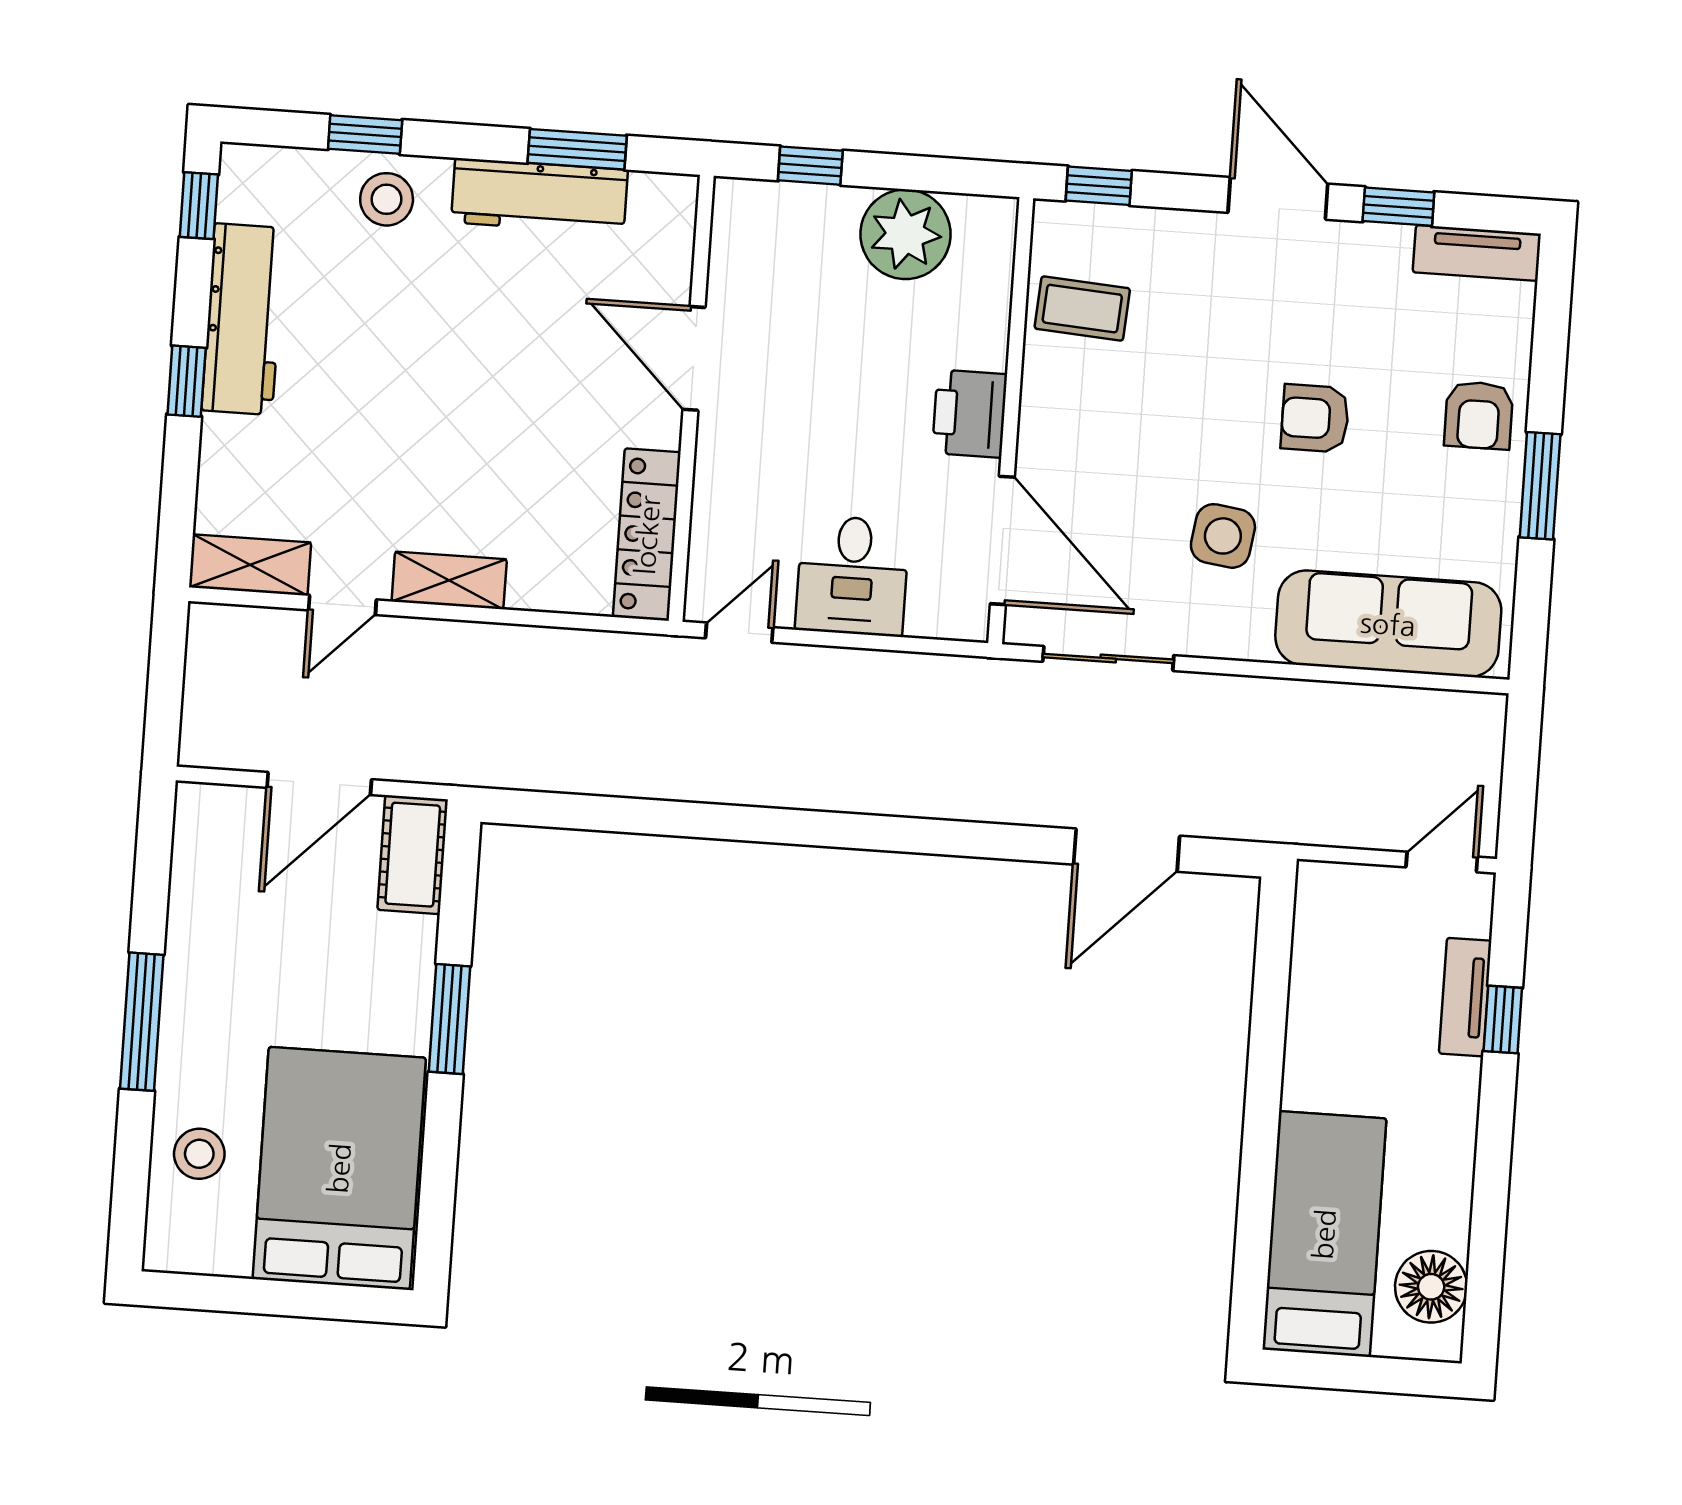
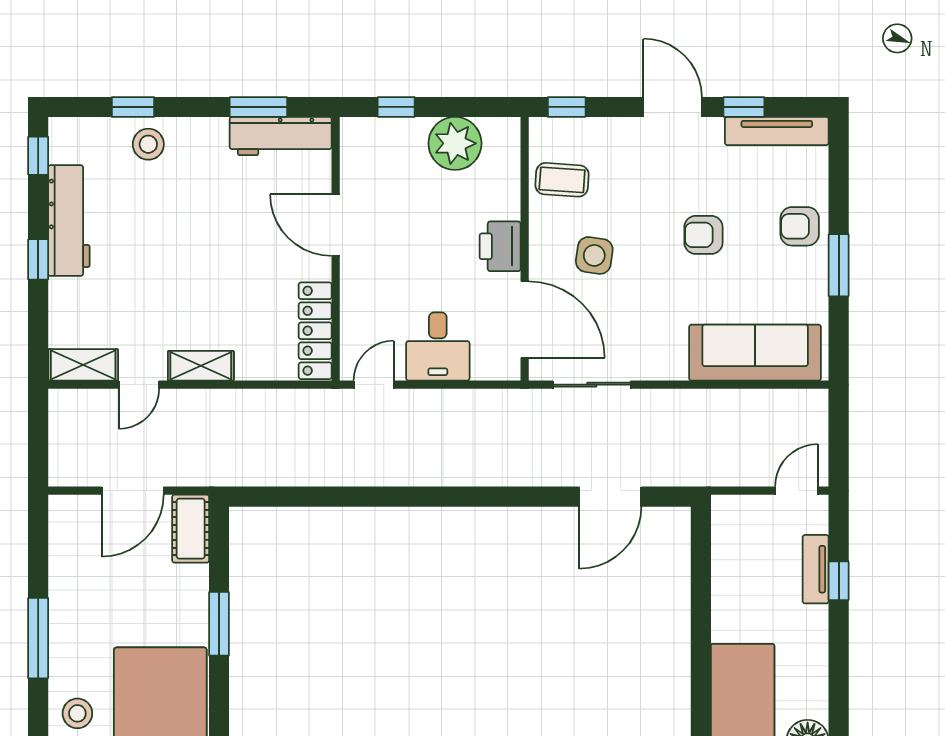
workbench: (539, 196) -> (281, 136), moved
tv unit: (1477, 253) -> (777, 131), width x1.41
armchair: (1479, 415) -> (800, 226), turned 90
side table: (1223, 536) -> (594, 255), moved

